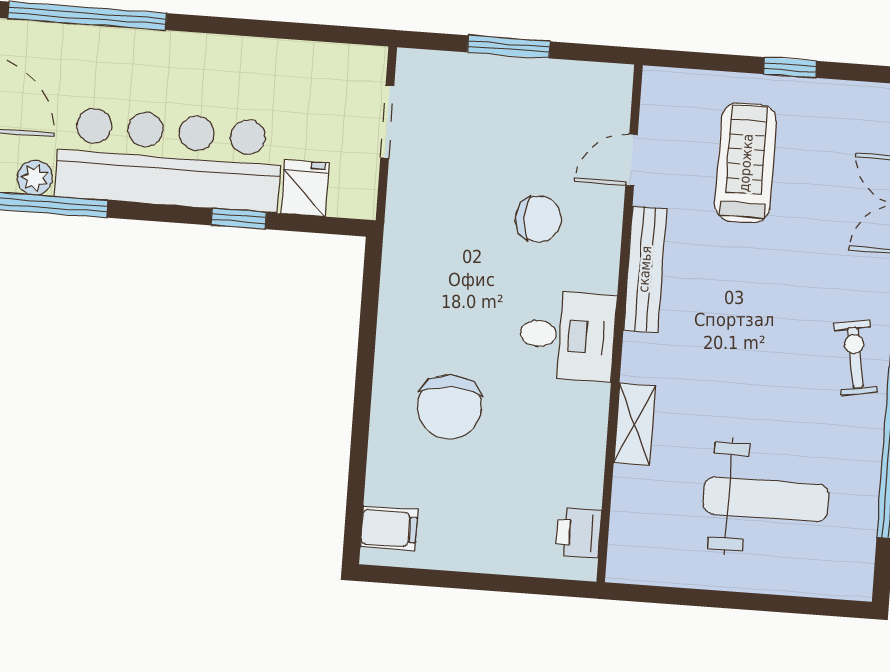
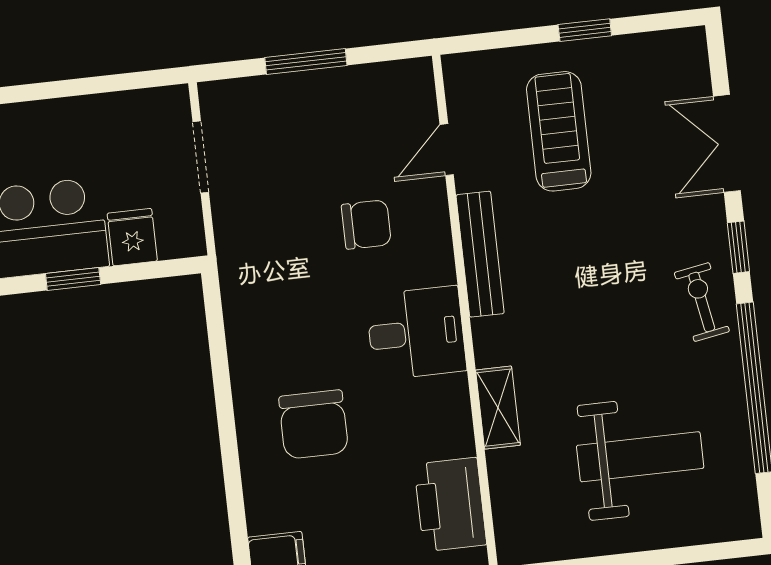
printer: (578, 533) -> (450, 504), width x1.87, depth x1.48

